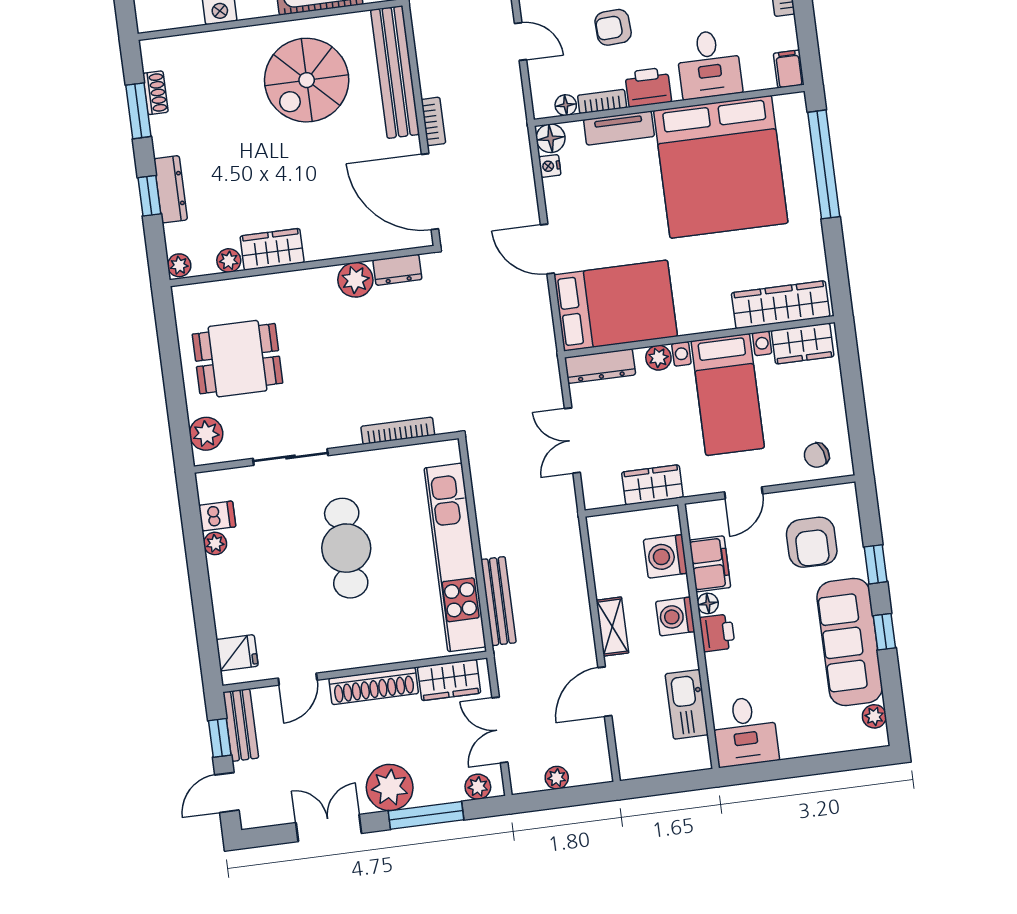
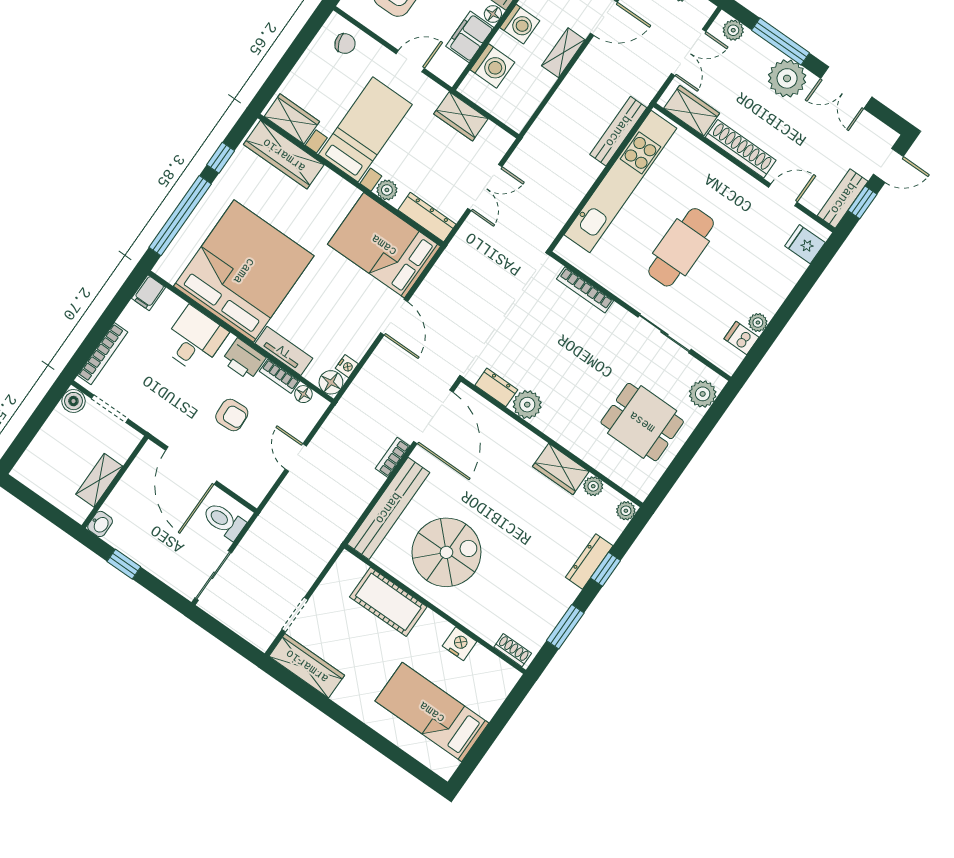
shoe rack: (155, 93) -> (513, 650), moved, turned 90
window: (835, 250) -> (221, 158), added

